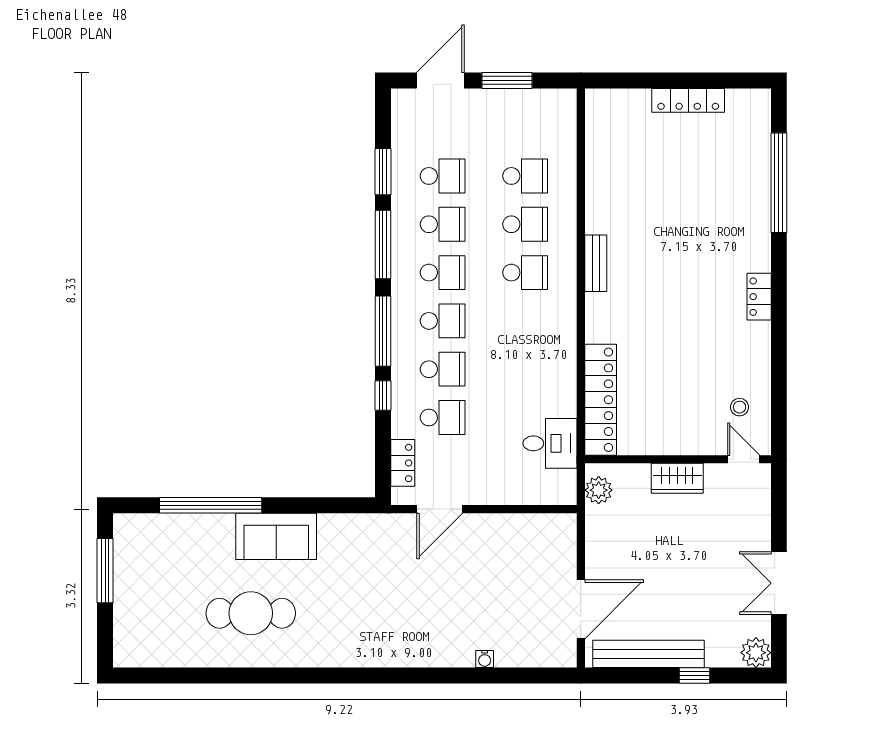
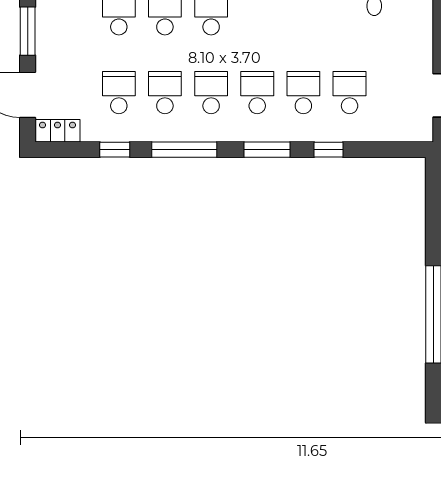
window: (383, 172) -> (115, 150), width x0.67
window: (383, 331) -> (267, 150), width x0.69
locker: (403, 463) -> (58, 131), moved

